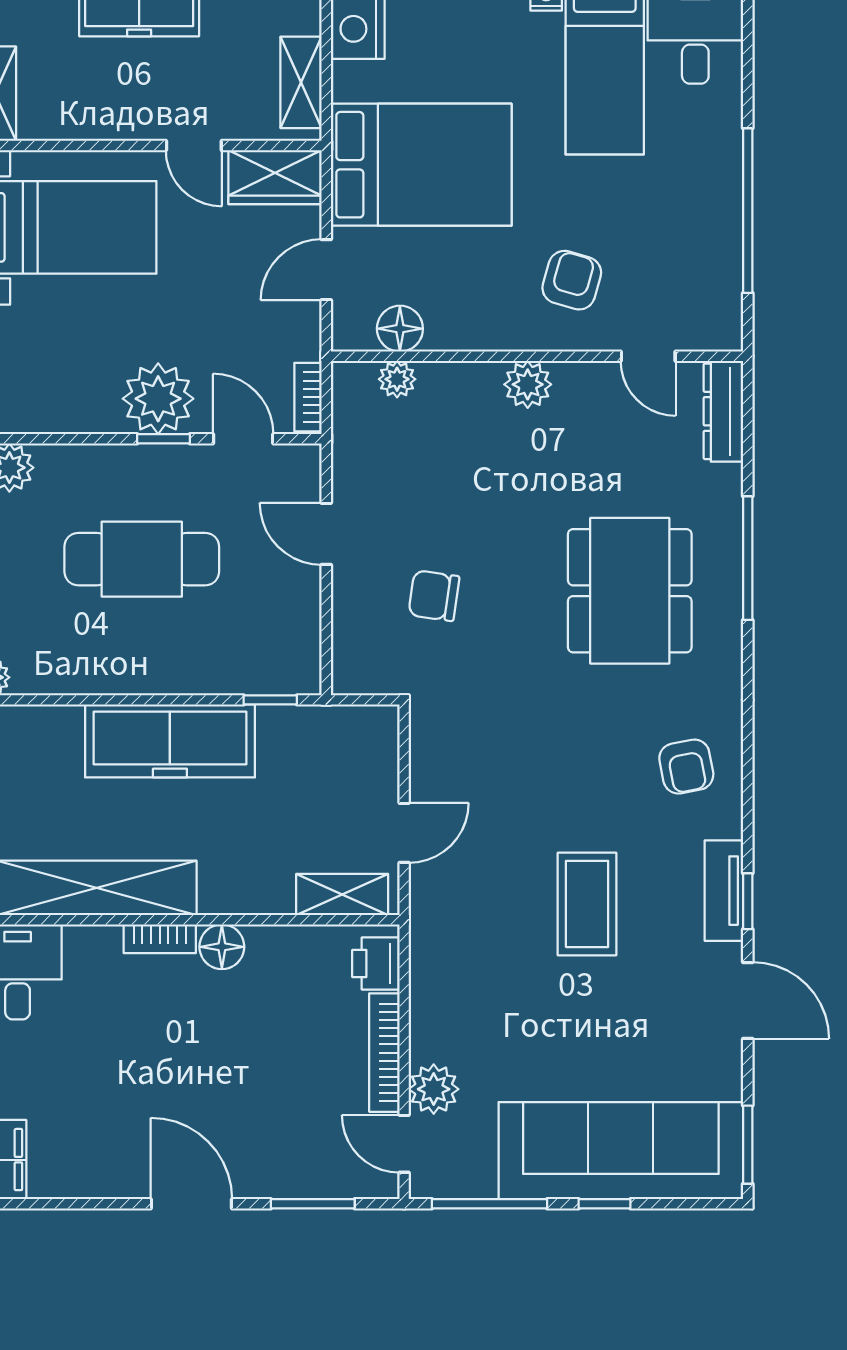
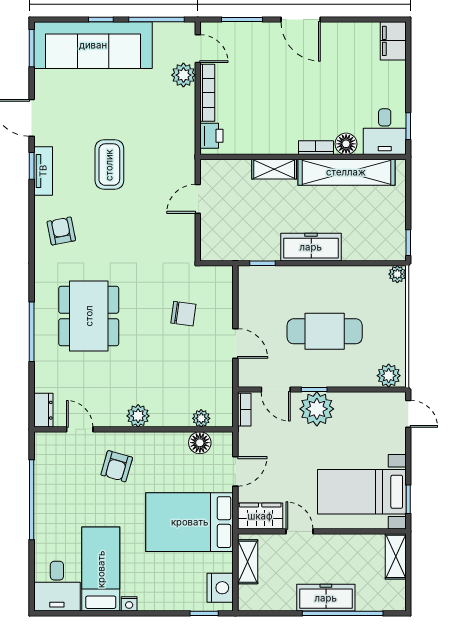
dresser: (723, 411) -> (43, 410), width x0.70
freezer: (170, 741) -> (311, 247), width x0.73, depth x0.79
shelving: (342, 895) -> (274, 169), moved
floor lamp: (222, 947) -> (346, 144), moved

